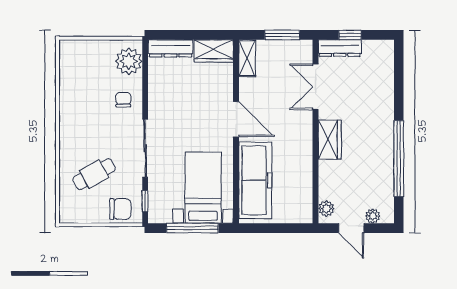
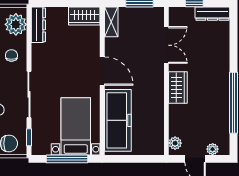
dresser: (171, 48) -> (38, 25), moved, turned -90
dresser: (340, 48) -> (212, 14), moved
double door: (315, 87) -> (166, 45), swing flipped

